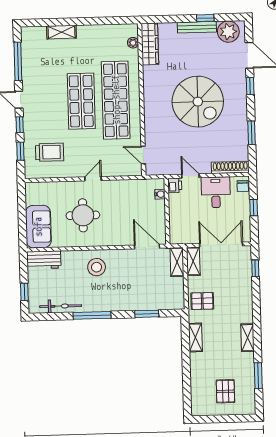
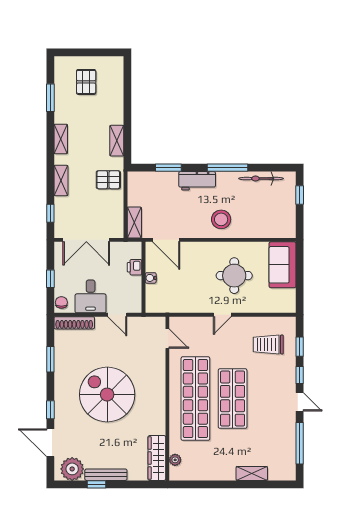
printer: (175, 185) -> (134, 267), moved
water cooler: (160, 194) -> (151, 278), moved
workbench: (44, 260) -> (197, 181), moved, turned 180
shelving: (193, 261) -> (61, 180), moved

